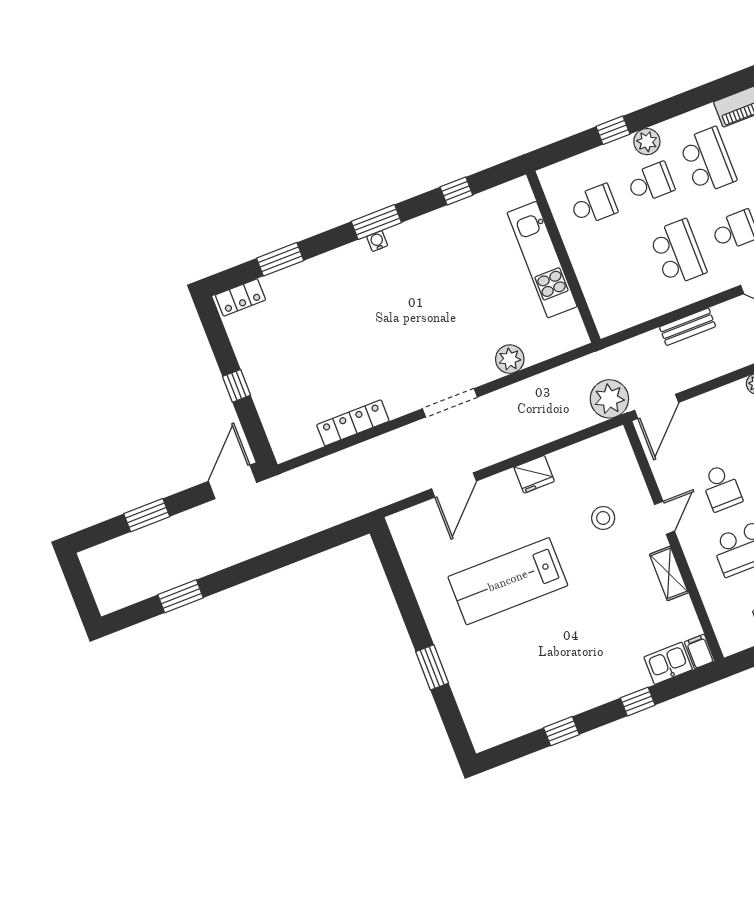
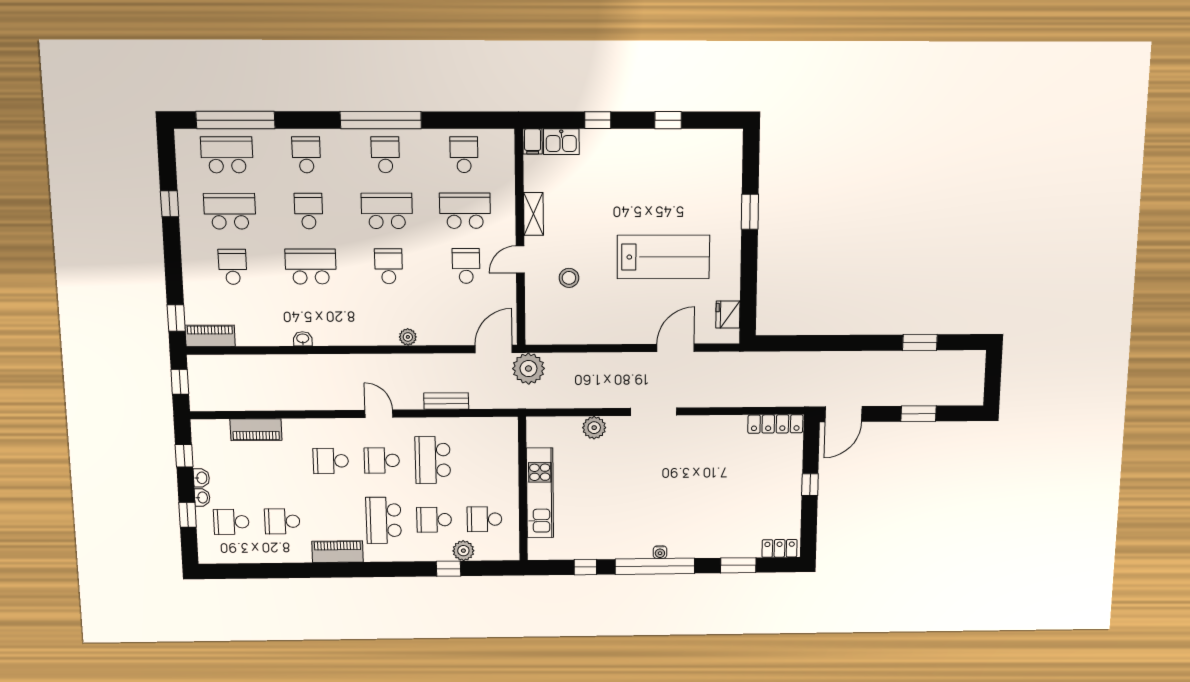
plant: (647, 142) -> (463, 551), moved
window: (376, 222) -> (655, 566), width x2.11
locker: (353, 423) -> (775, 424), moved
fridge: (534, 474) -> (728, 315), moved, turned -90

